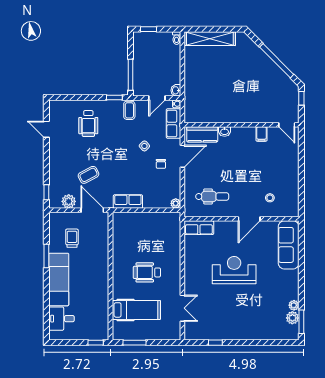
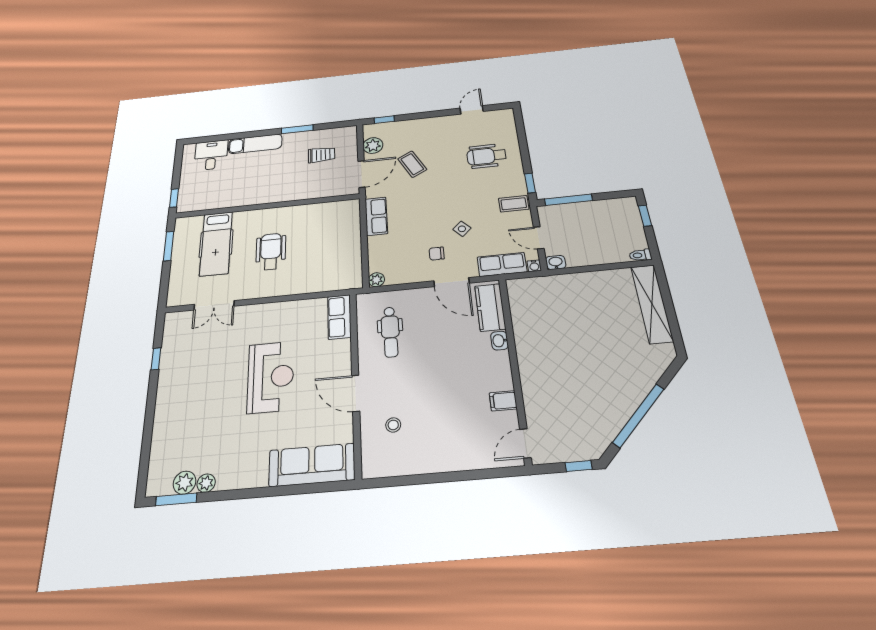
exam couch: (59, 279) -> (255, 144), width x0.73, depth x0.69

